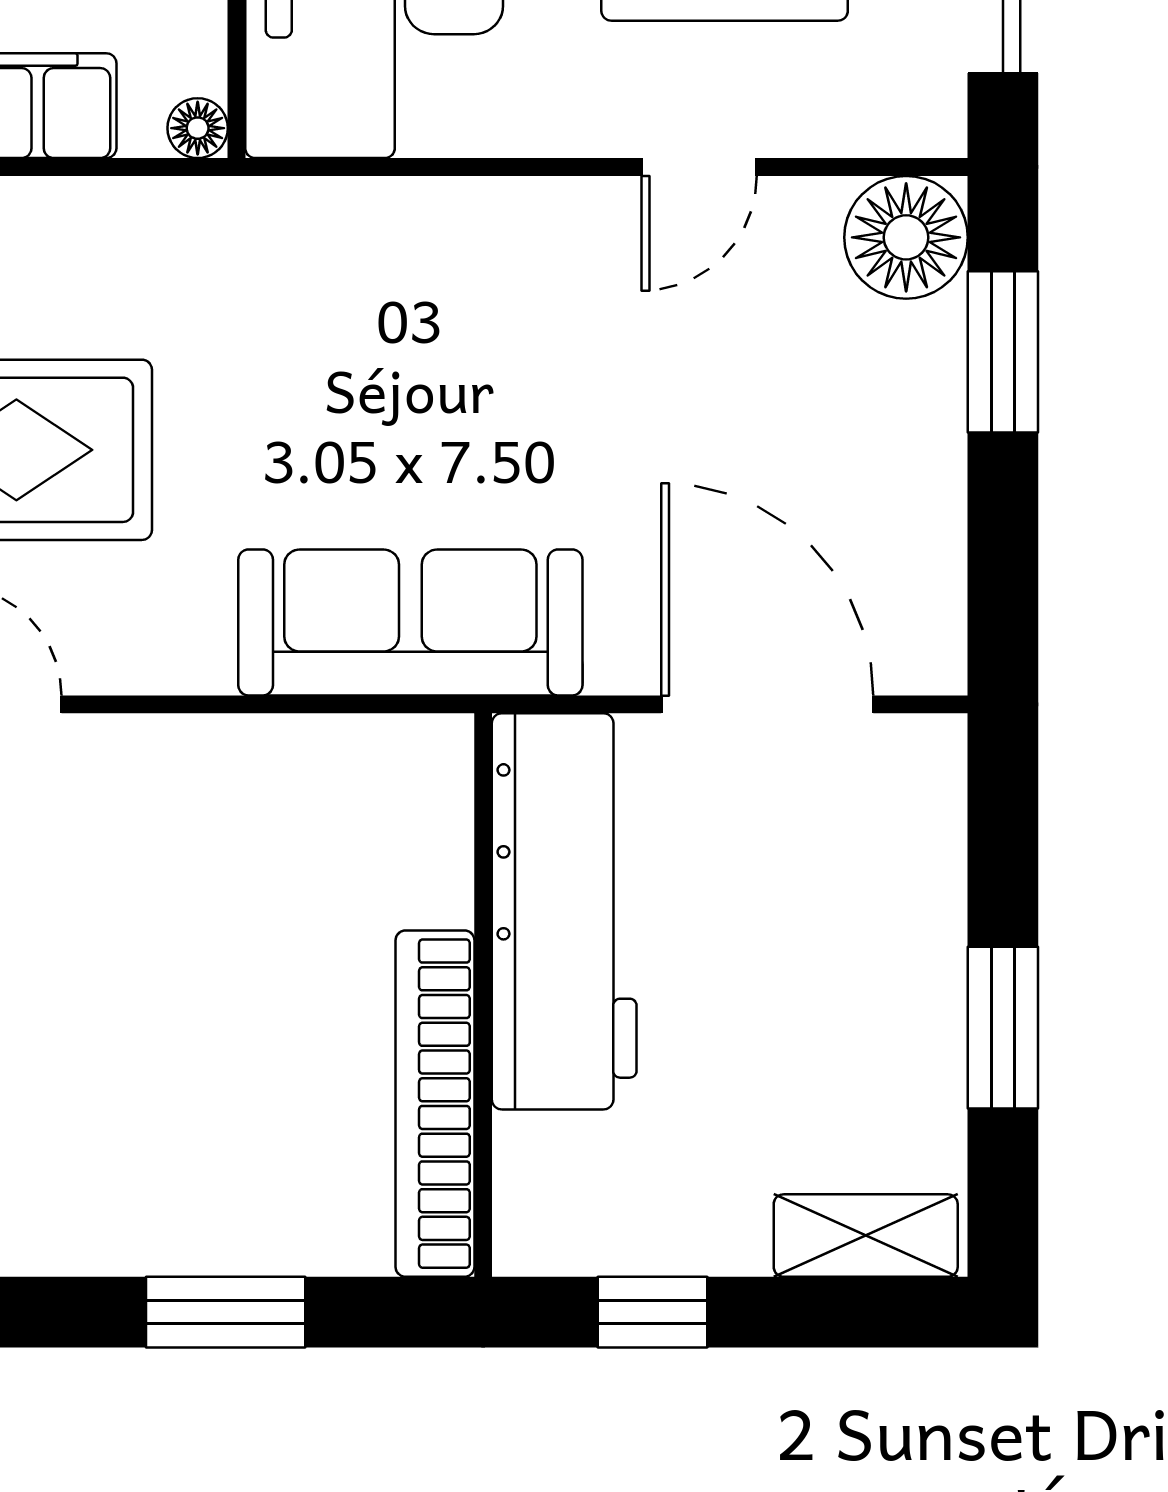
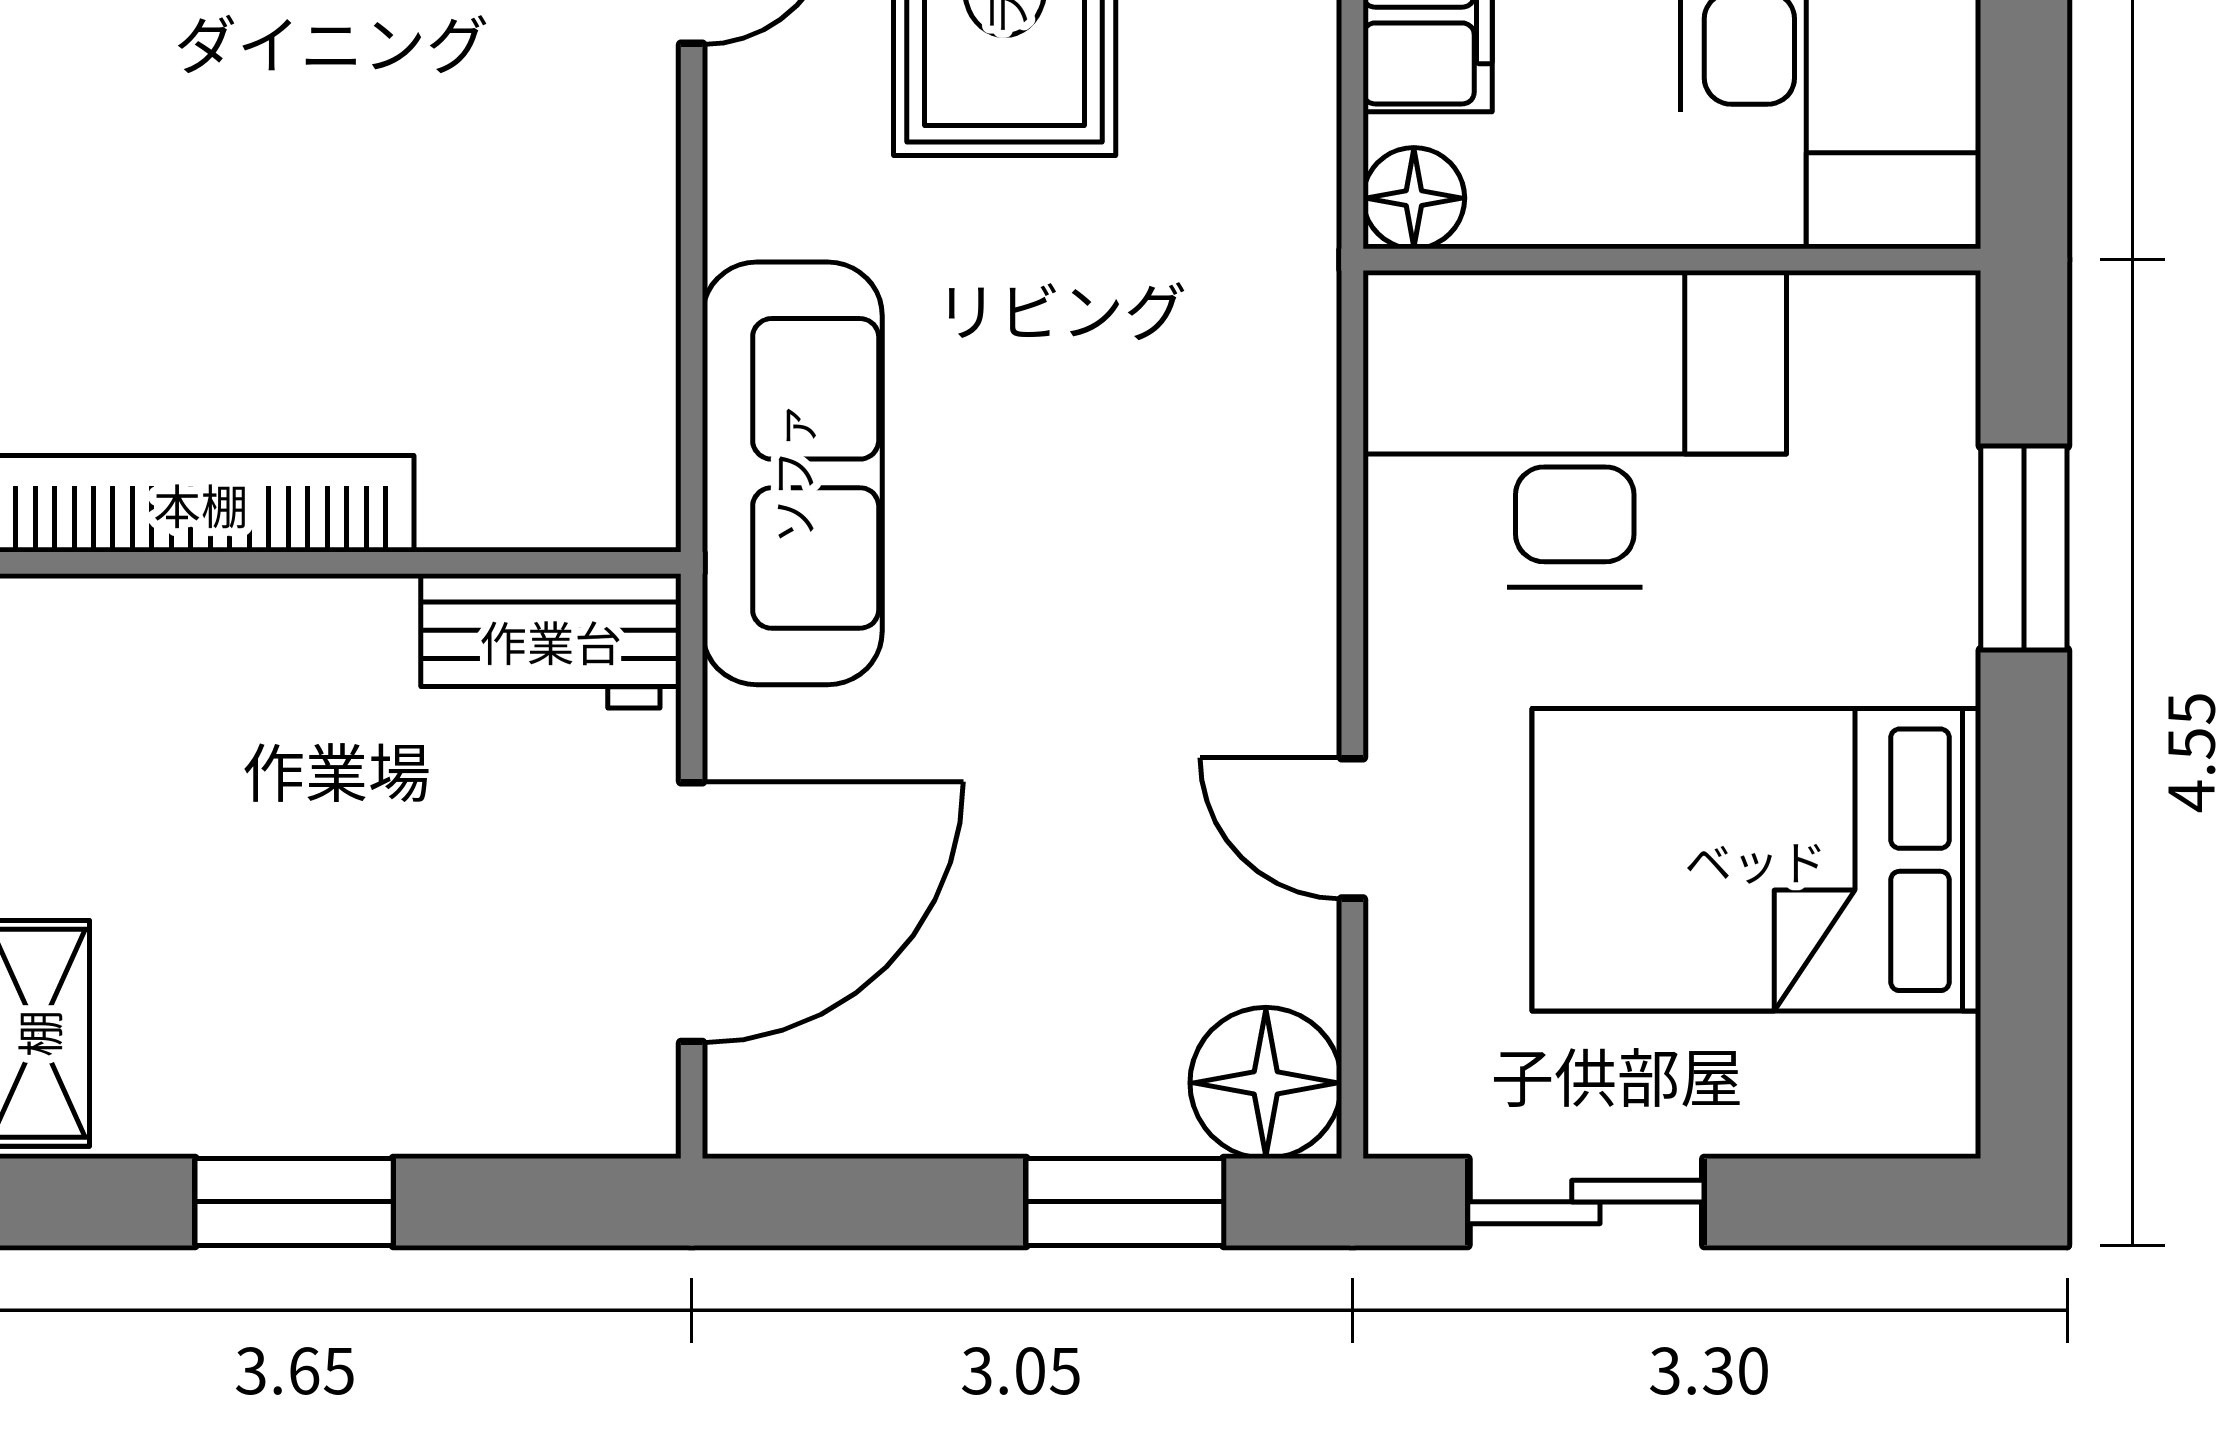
floor lamp: (198, 128) -> (1414, 198), width x1.37, depth x1.37
workbench: (564, 911) -> (551, 641), width x0.53, depth x0.76

